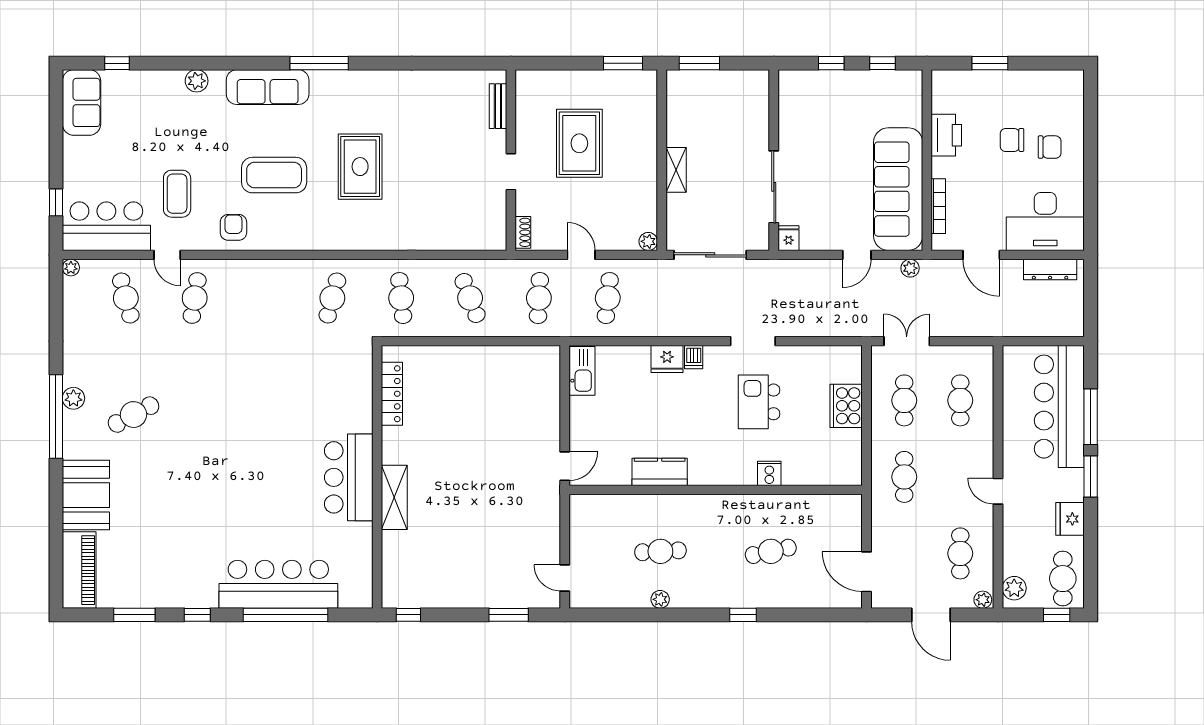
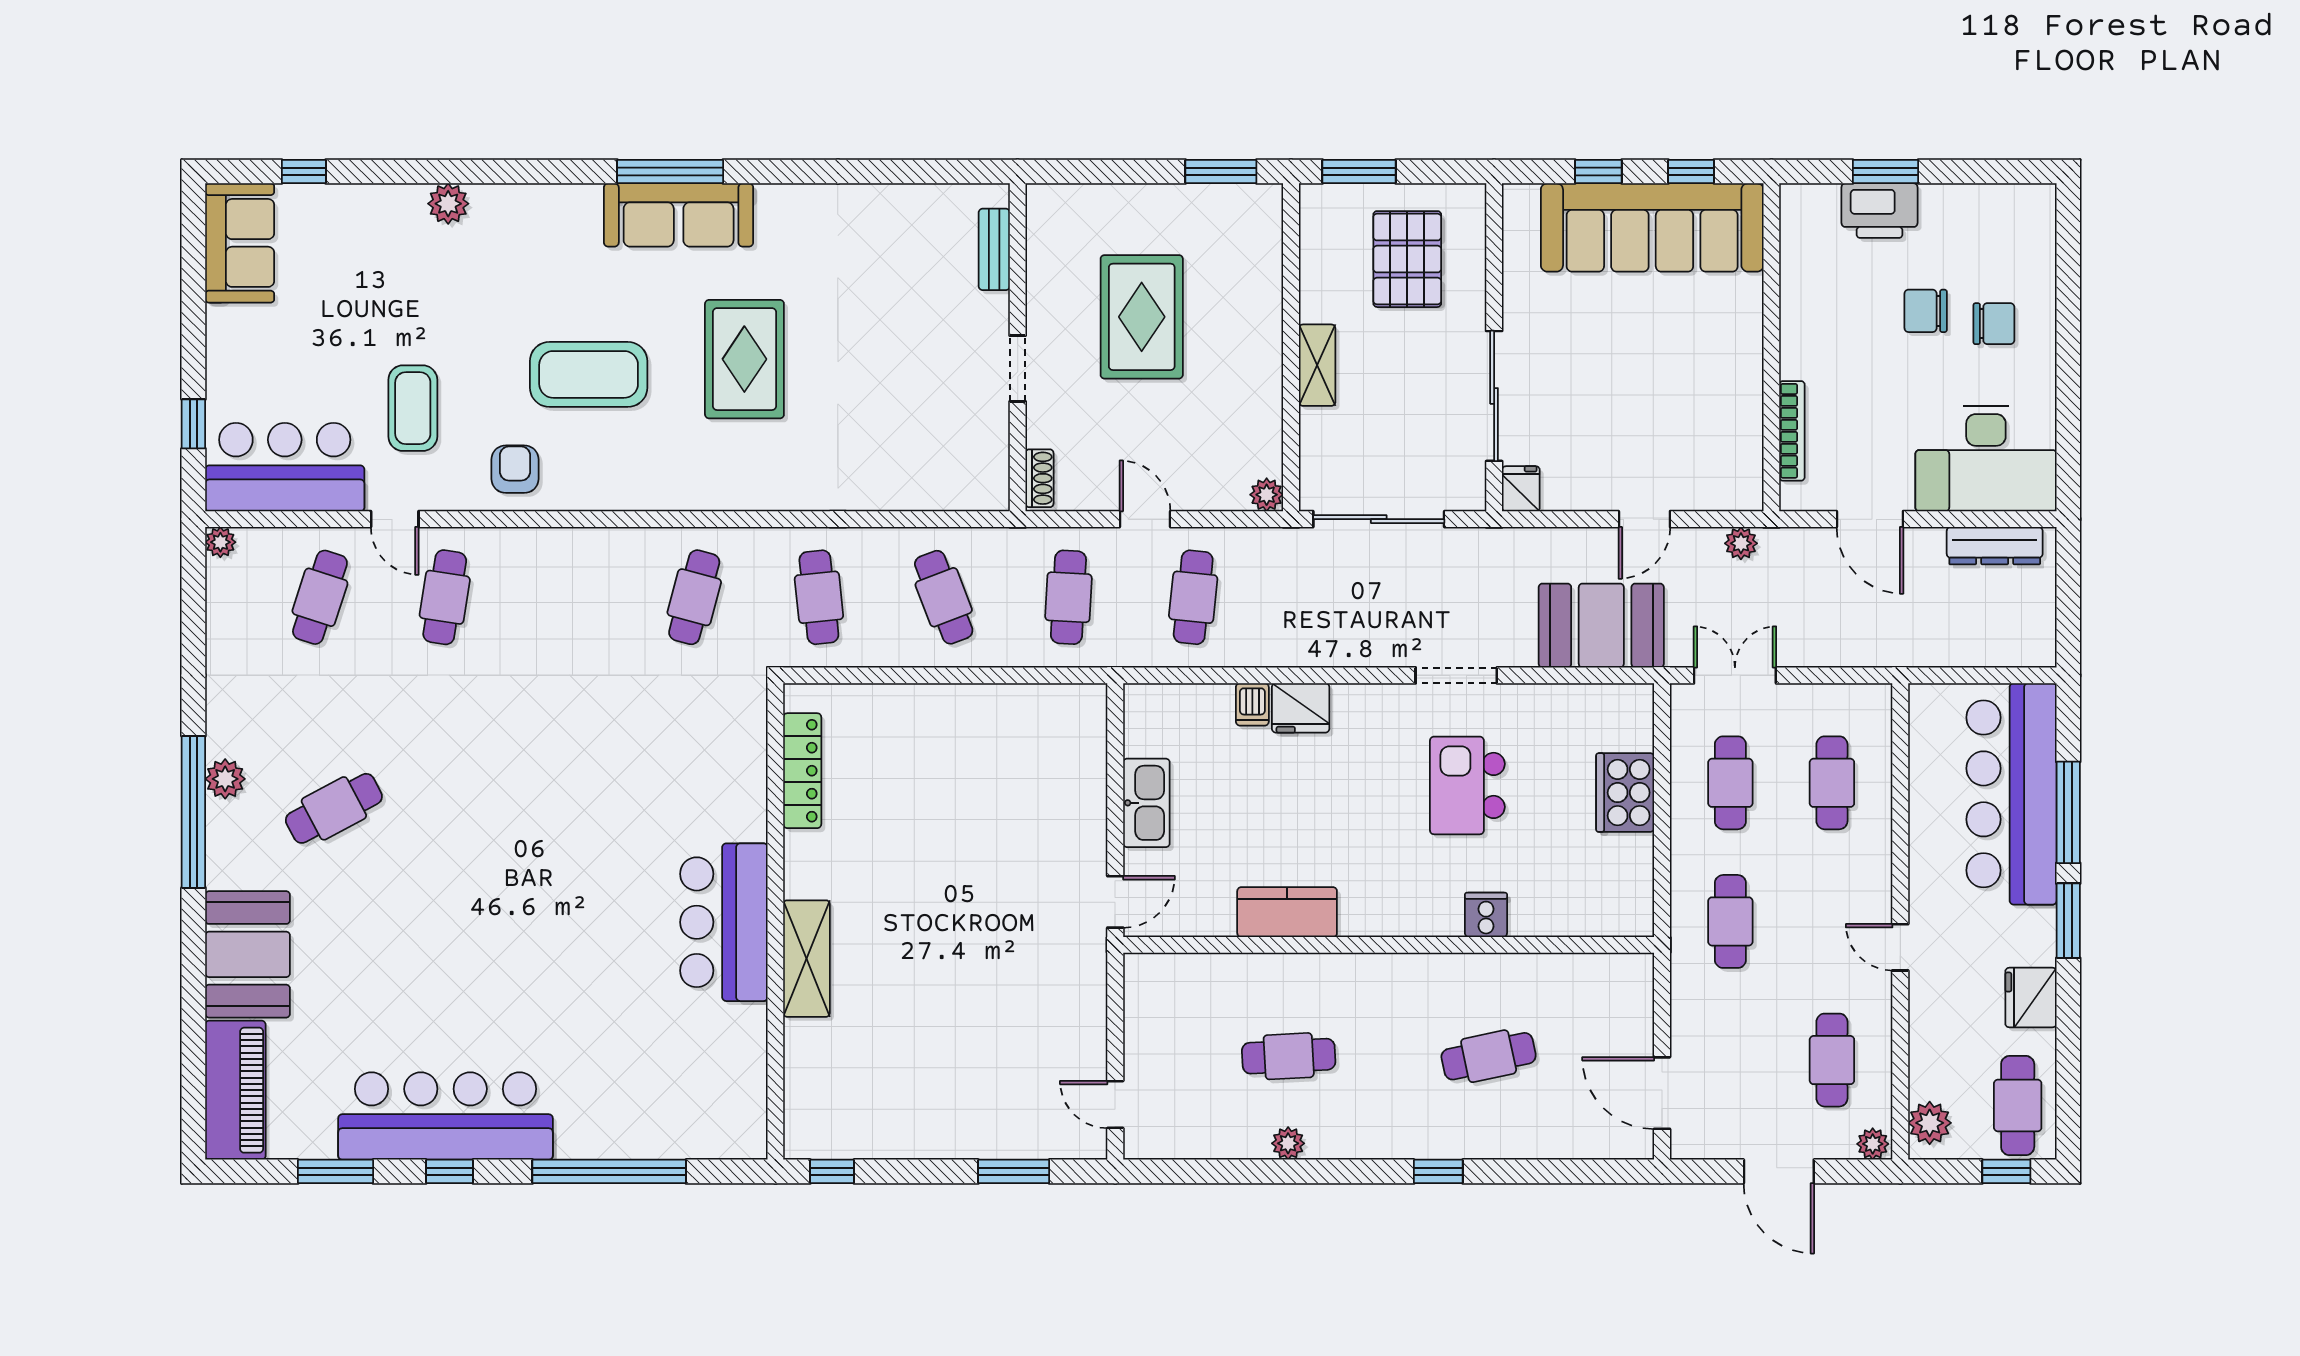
sofa: (268, 87) -> (679, 215), moved
pallet: (726, 111) -> (1407, 259), added
printer: (946, 135) -> (1880, 211), moved, turned 90
sofa: (898, 189) -> (1652, 227), moved, turned -90
cafe table: (126, 298) -> (320, 597), turned 33
booth: (833, 314) -> (1601, 626), added
dishwasher: (694, 357) -> (1252, 704), moved
kitchen sink: (582, 371) -> (1146, 803), moved
bar counter: (278, 584) -> (445, 1116), moved

